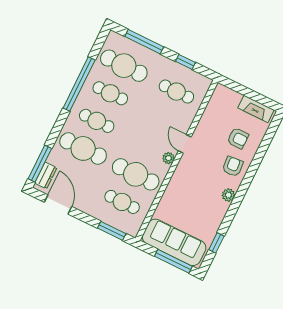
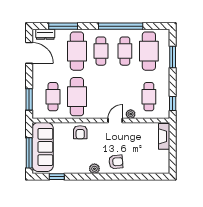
window: (144, 42) -> (173, 57), width x0.69
window: (185, 62) -> (173, 104), moved
fireplace: (256, 109) -> (164, 136), moved
armchair: (238, 138) -> (80, 132), moved
plant: (169, 158) -> (131, 114), moved
window: (40, 164) -> (63, 26), moved
door: (58, 204) -> (29, 53), hinge flipped

